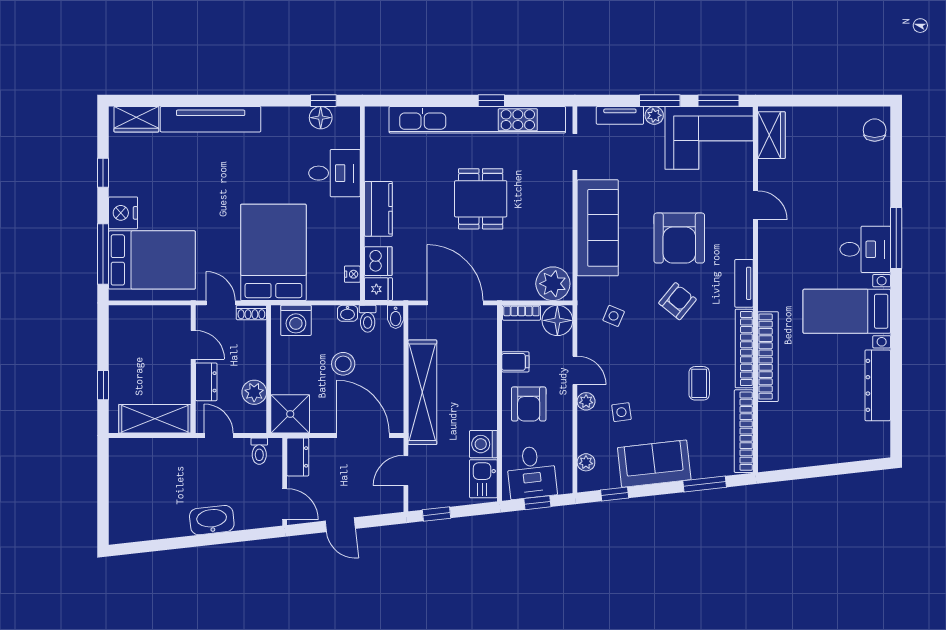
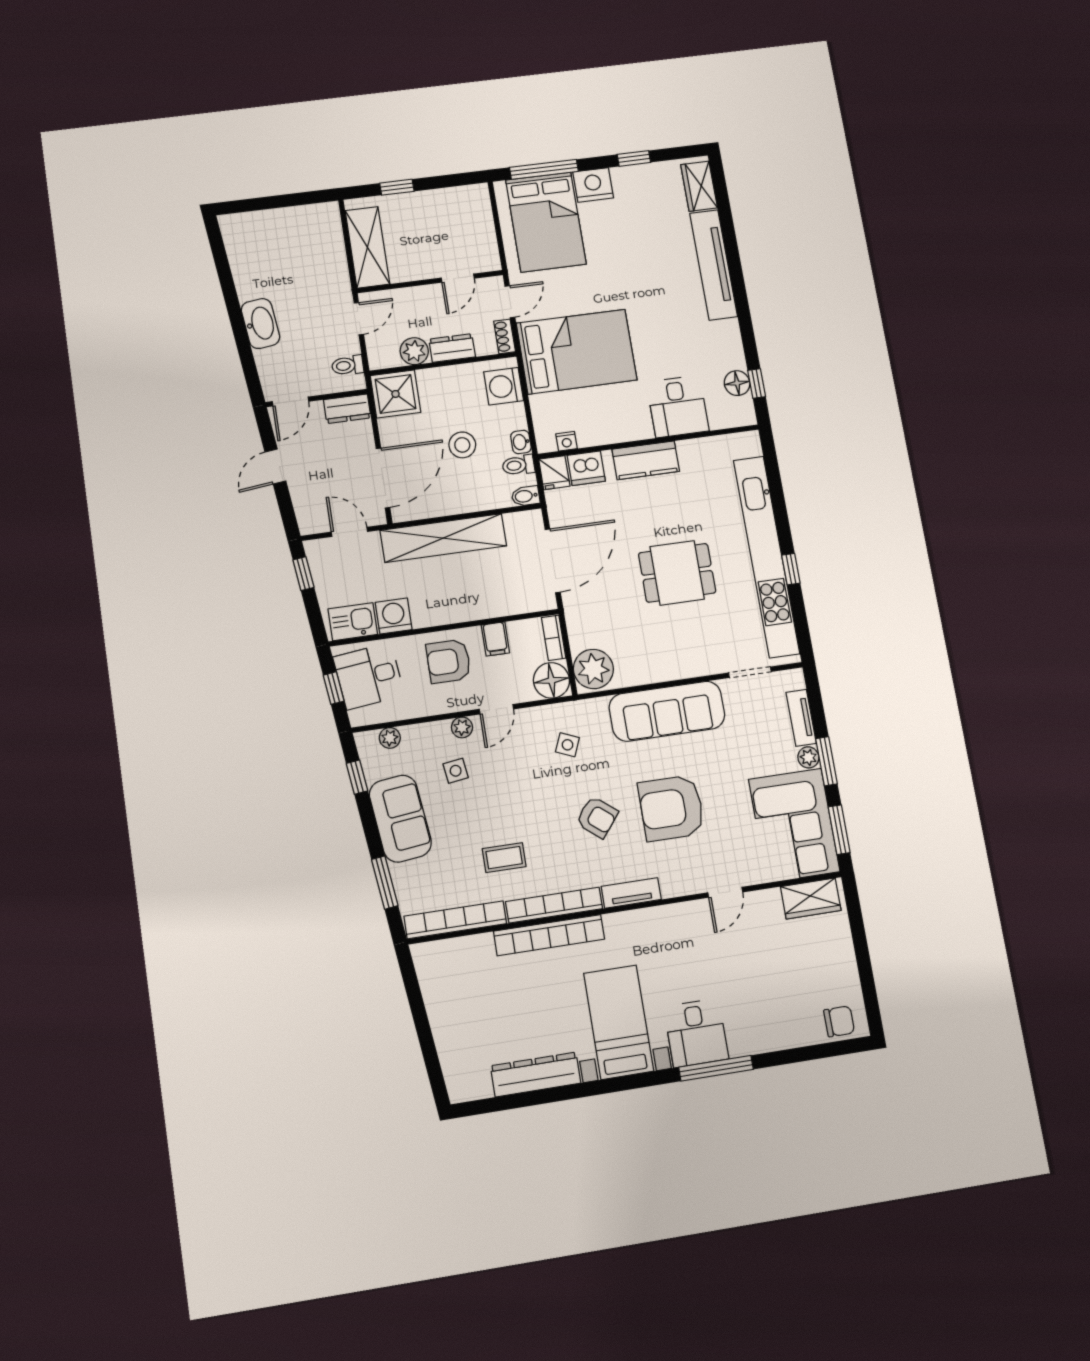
dresser: (206, 382) -> (452, 348), moved, turned 180

